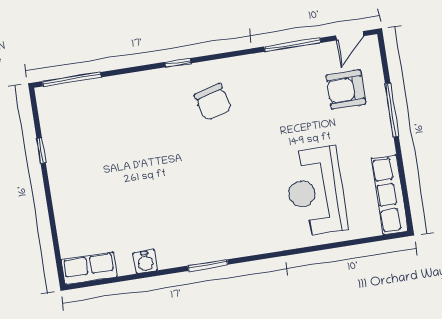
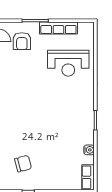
chair: (213, 102) -> (23, 164), moved
row of seats: (390, 195) -> (58, 28), moved

